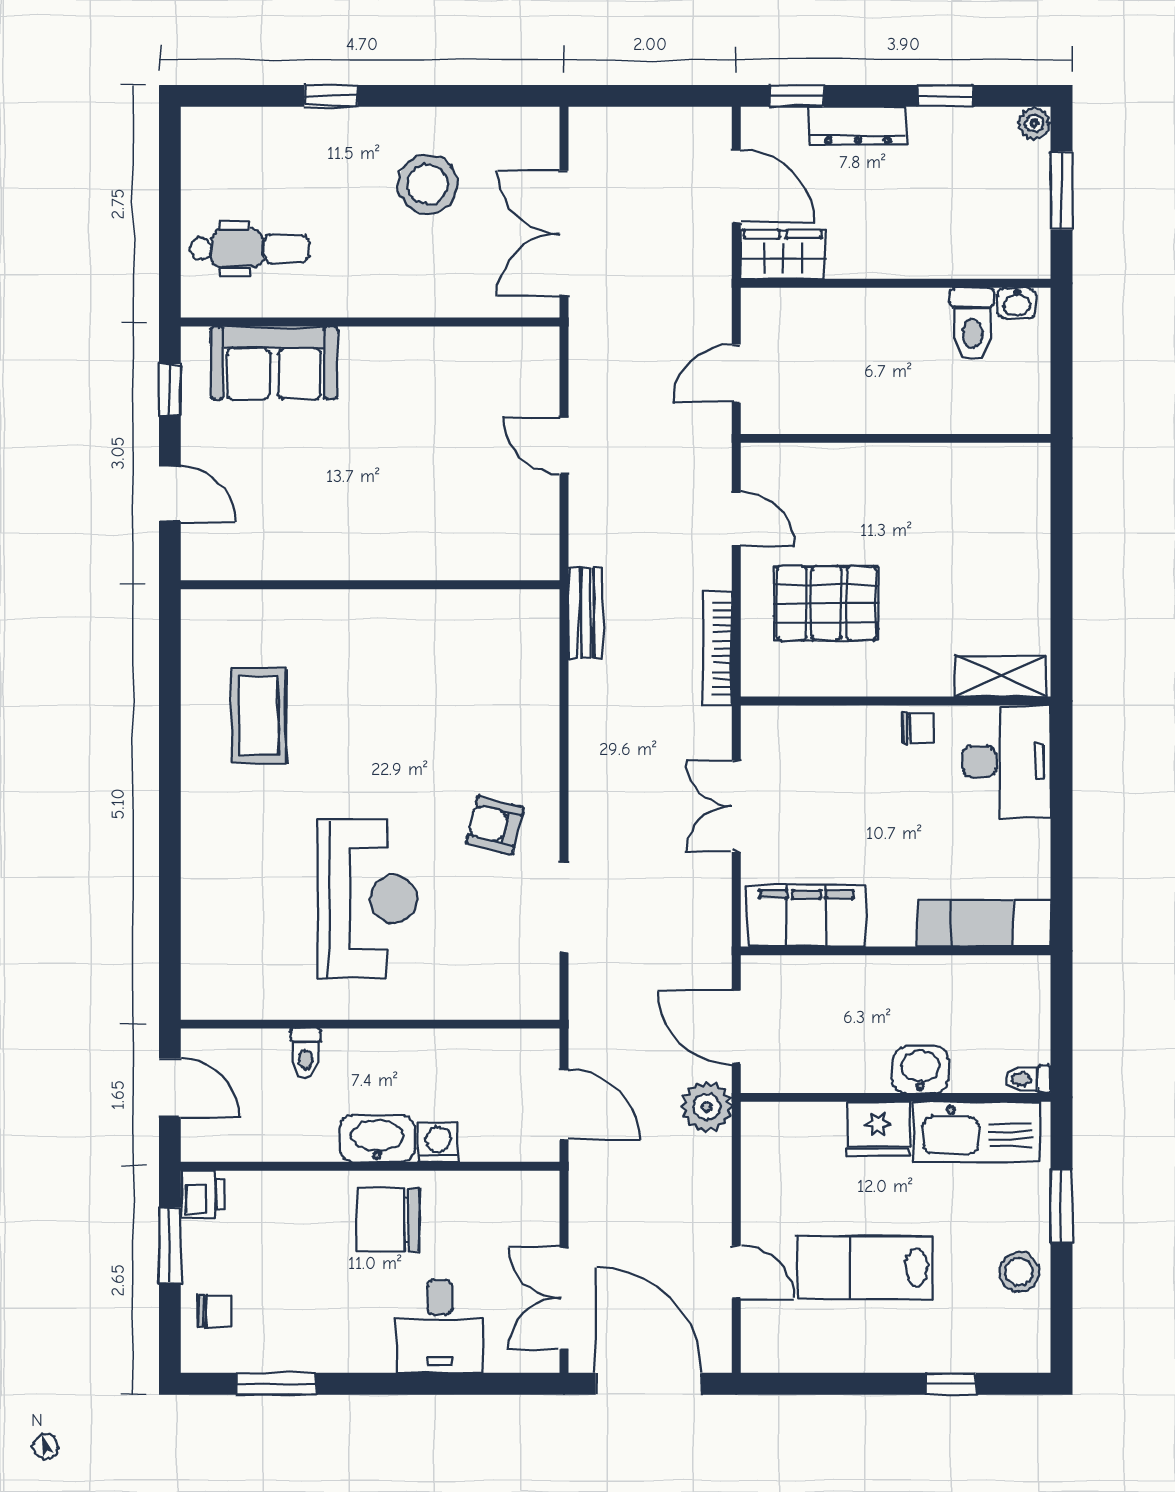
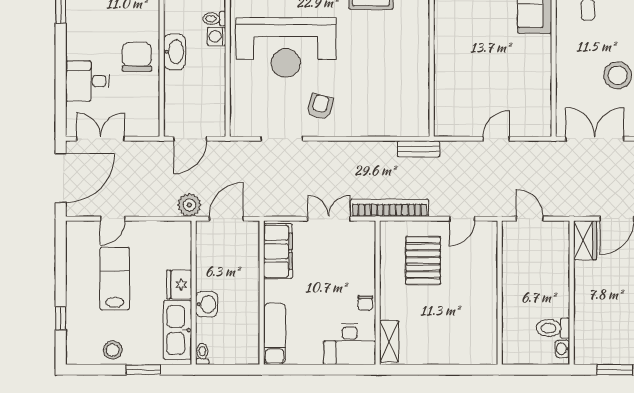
bookcase: (718, 648) -> (390, 208), width x1.48, depth x1.31
reception desk: (367, 899) -> (286, 47), width x1.36, depth x1.30
washing machine: (438, 1142) -> (217, 36), moved, turned 180

